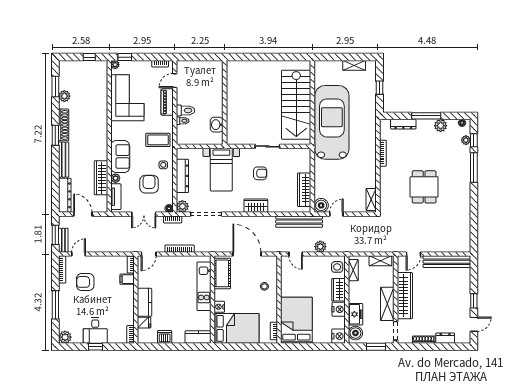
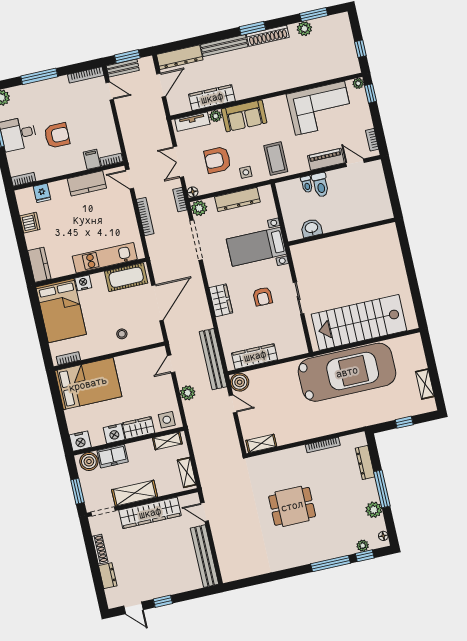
armchair: (149, 184) -> (218, 160), turned 180
armchair: (85, 282) -> (57, 135), moved, turned 90
kitchen counter: (145, 302) -> (87, 183), moved

